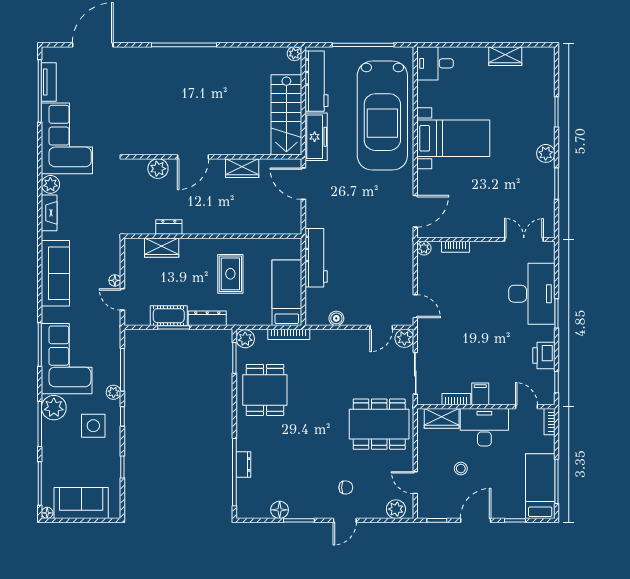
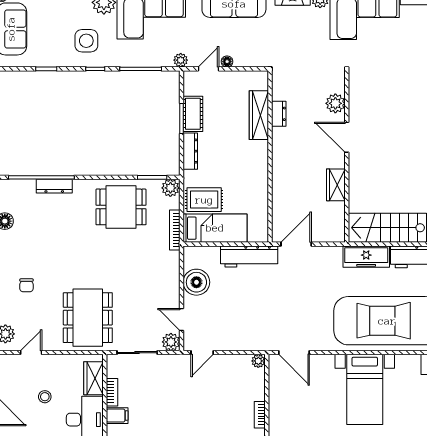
door: (303, 184) -> (296, 244), moved
bookcase: (455, 247) -> (260, 415), moved
wardrobe: (162, 248) -> (259, 115), width x1.50
rug: (230, 274) -> (204, 200), moved
boiler: (336, 318) -> (196, 282), width x1.86, depth x1.86
plant: (113, 392) -> (181, 60), moved
dresser: (243, 464) -> (54, 186), width x1.44

